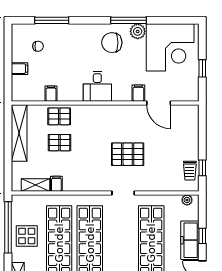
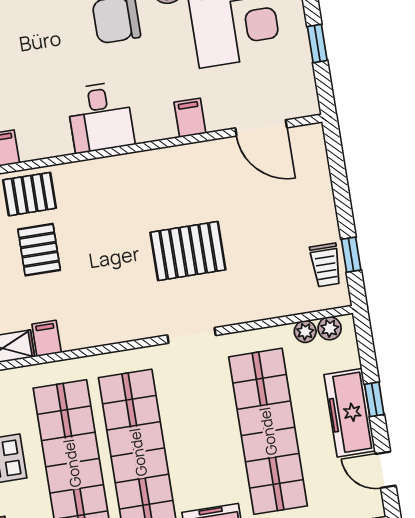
door: (159, 103) -> (261, 128), moved
pallet: (59, 143) -> (39, 250), turned 90
plant: (176, 200) -> (305, 332), added

